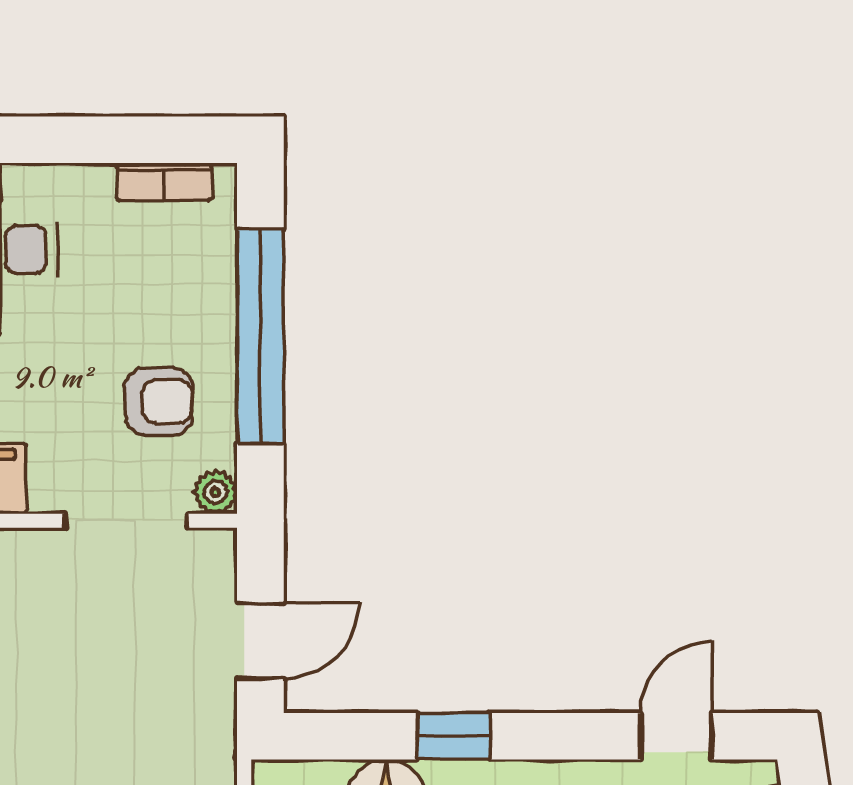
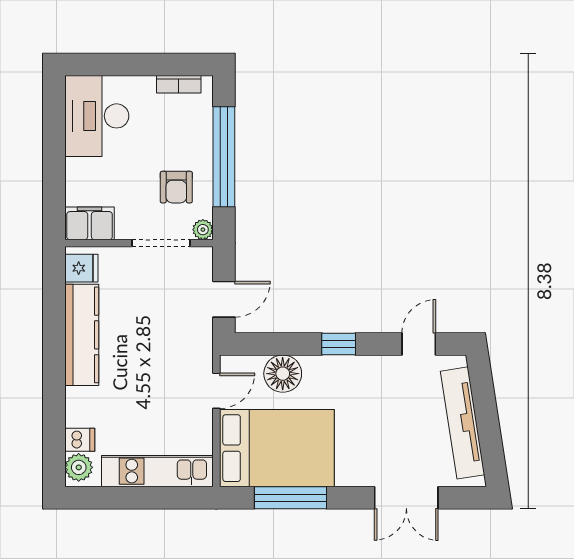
armchair: (159, 401) -> (176, 187), turned 90
window: (453, 736) -> (339, 344), moved

